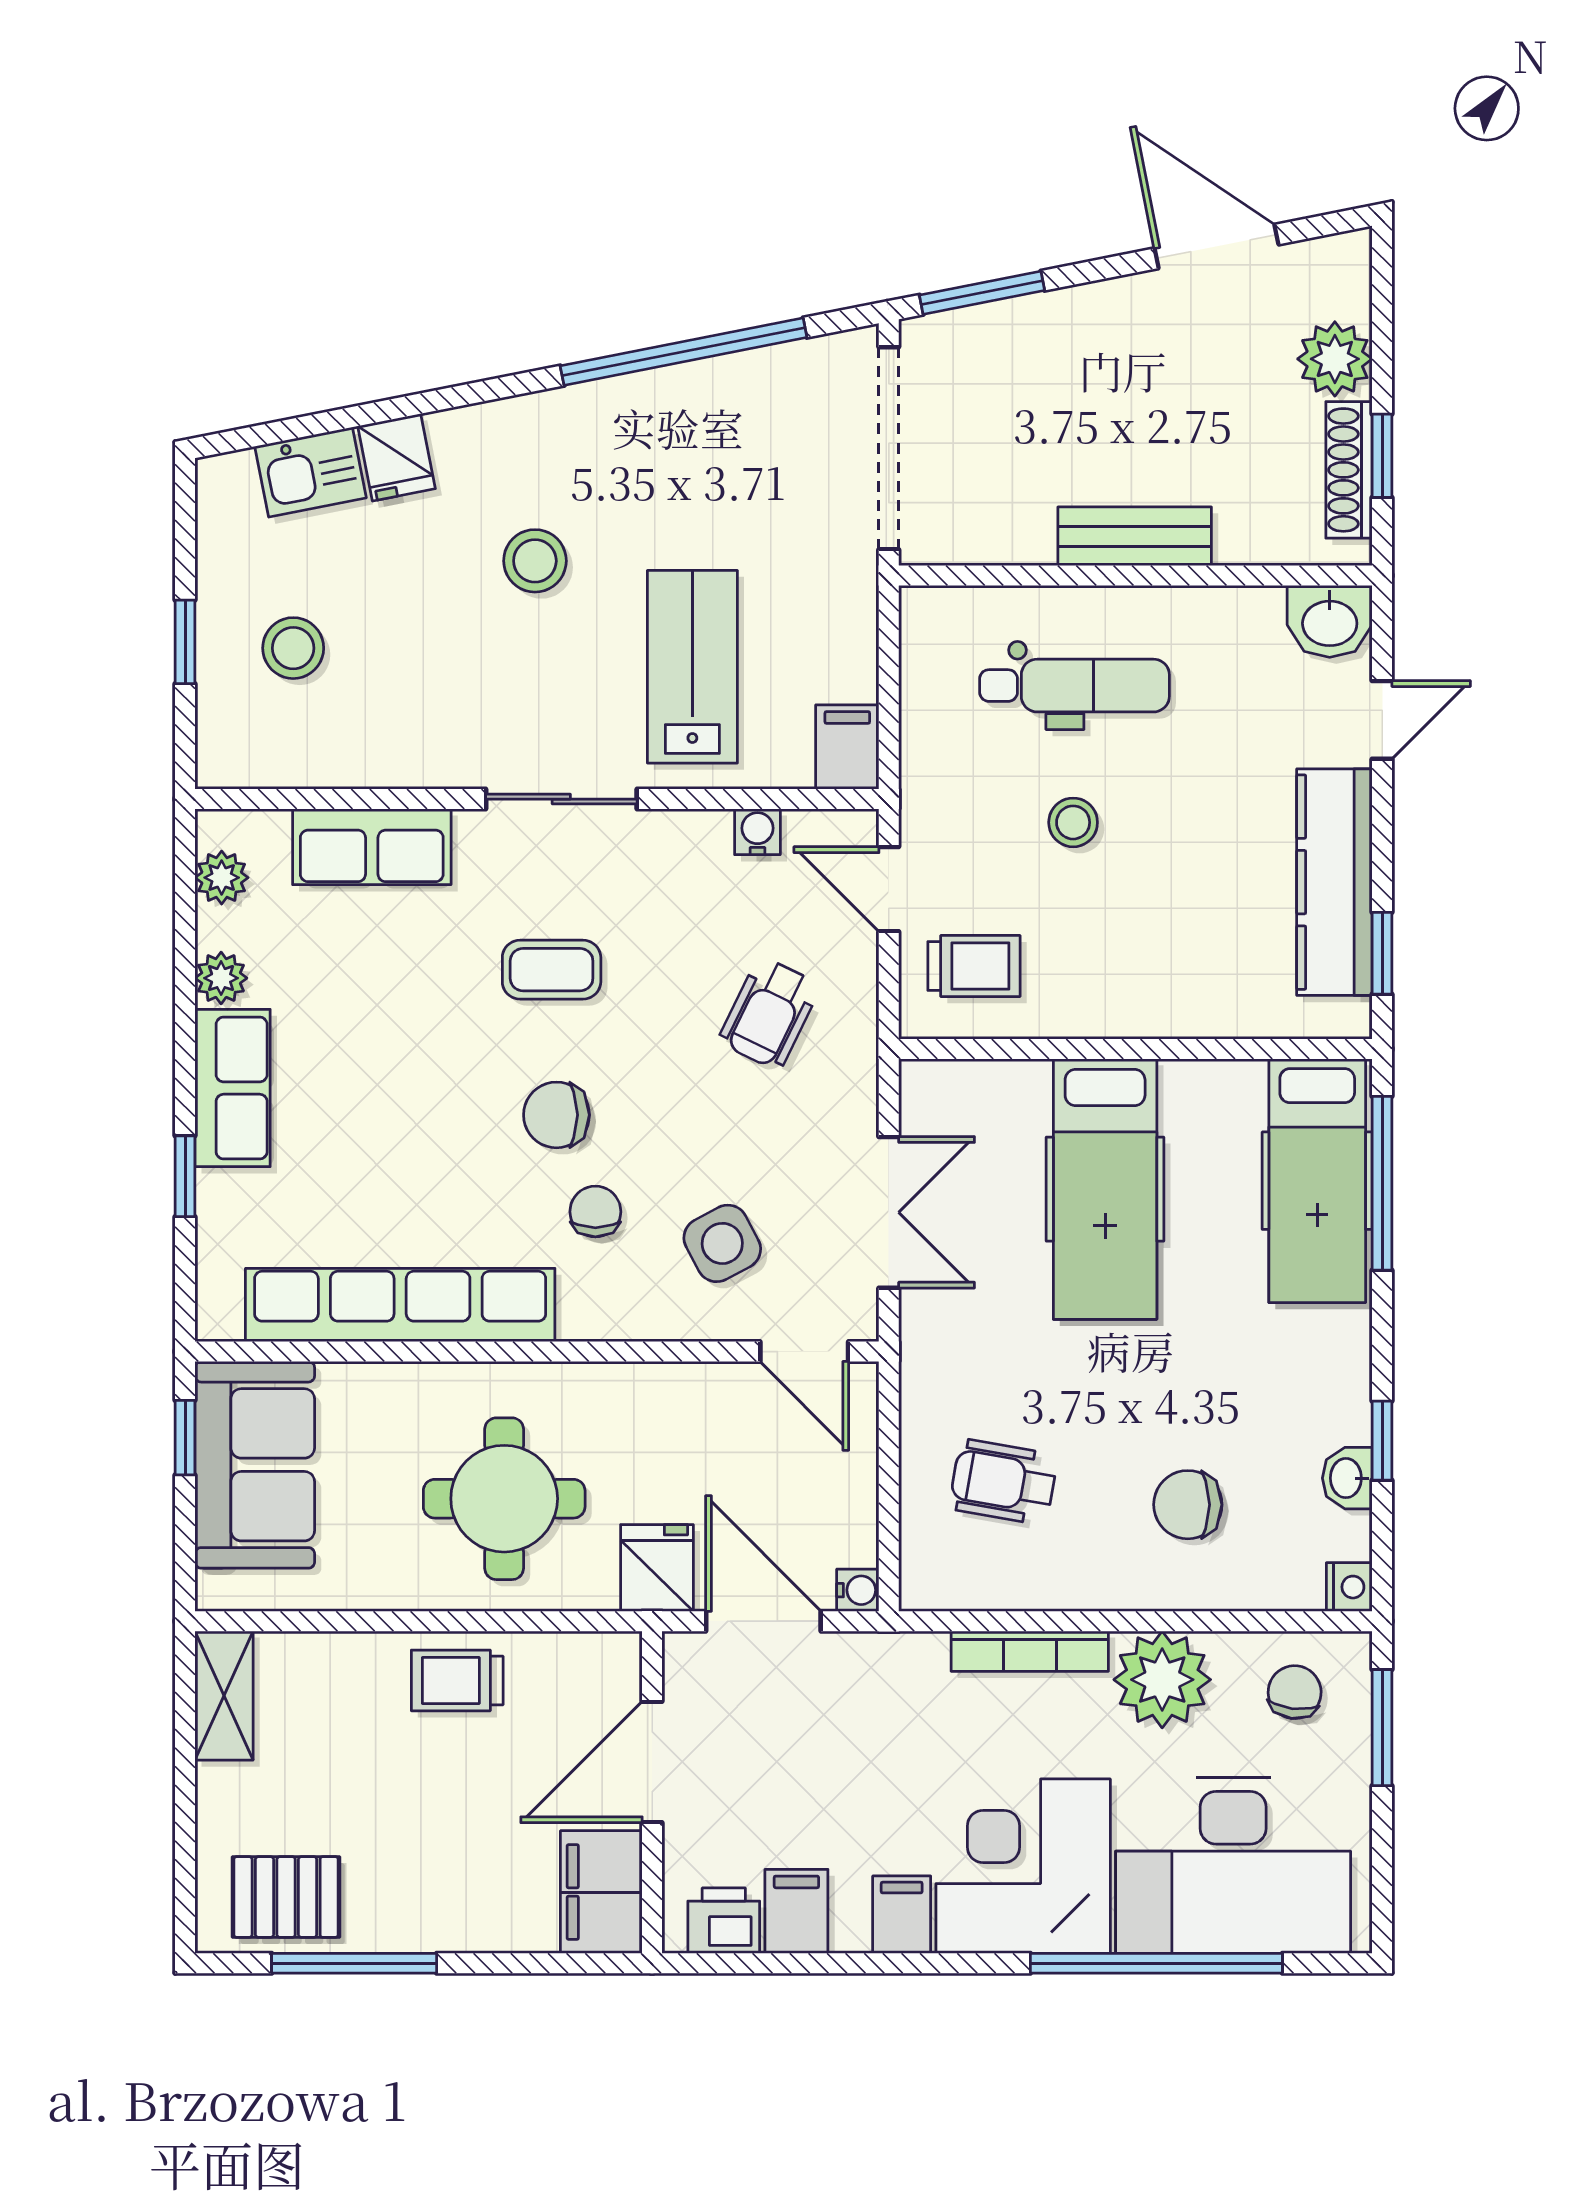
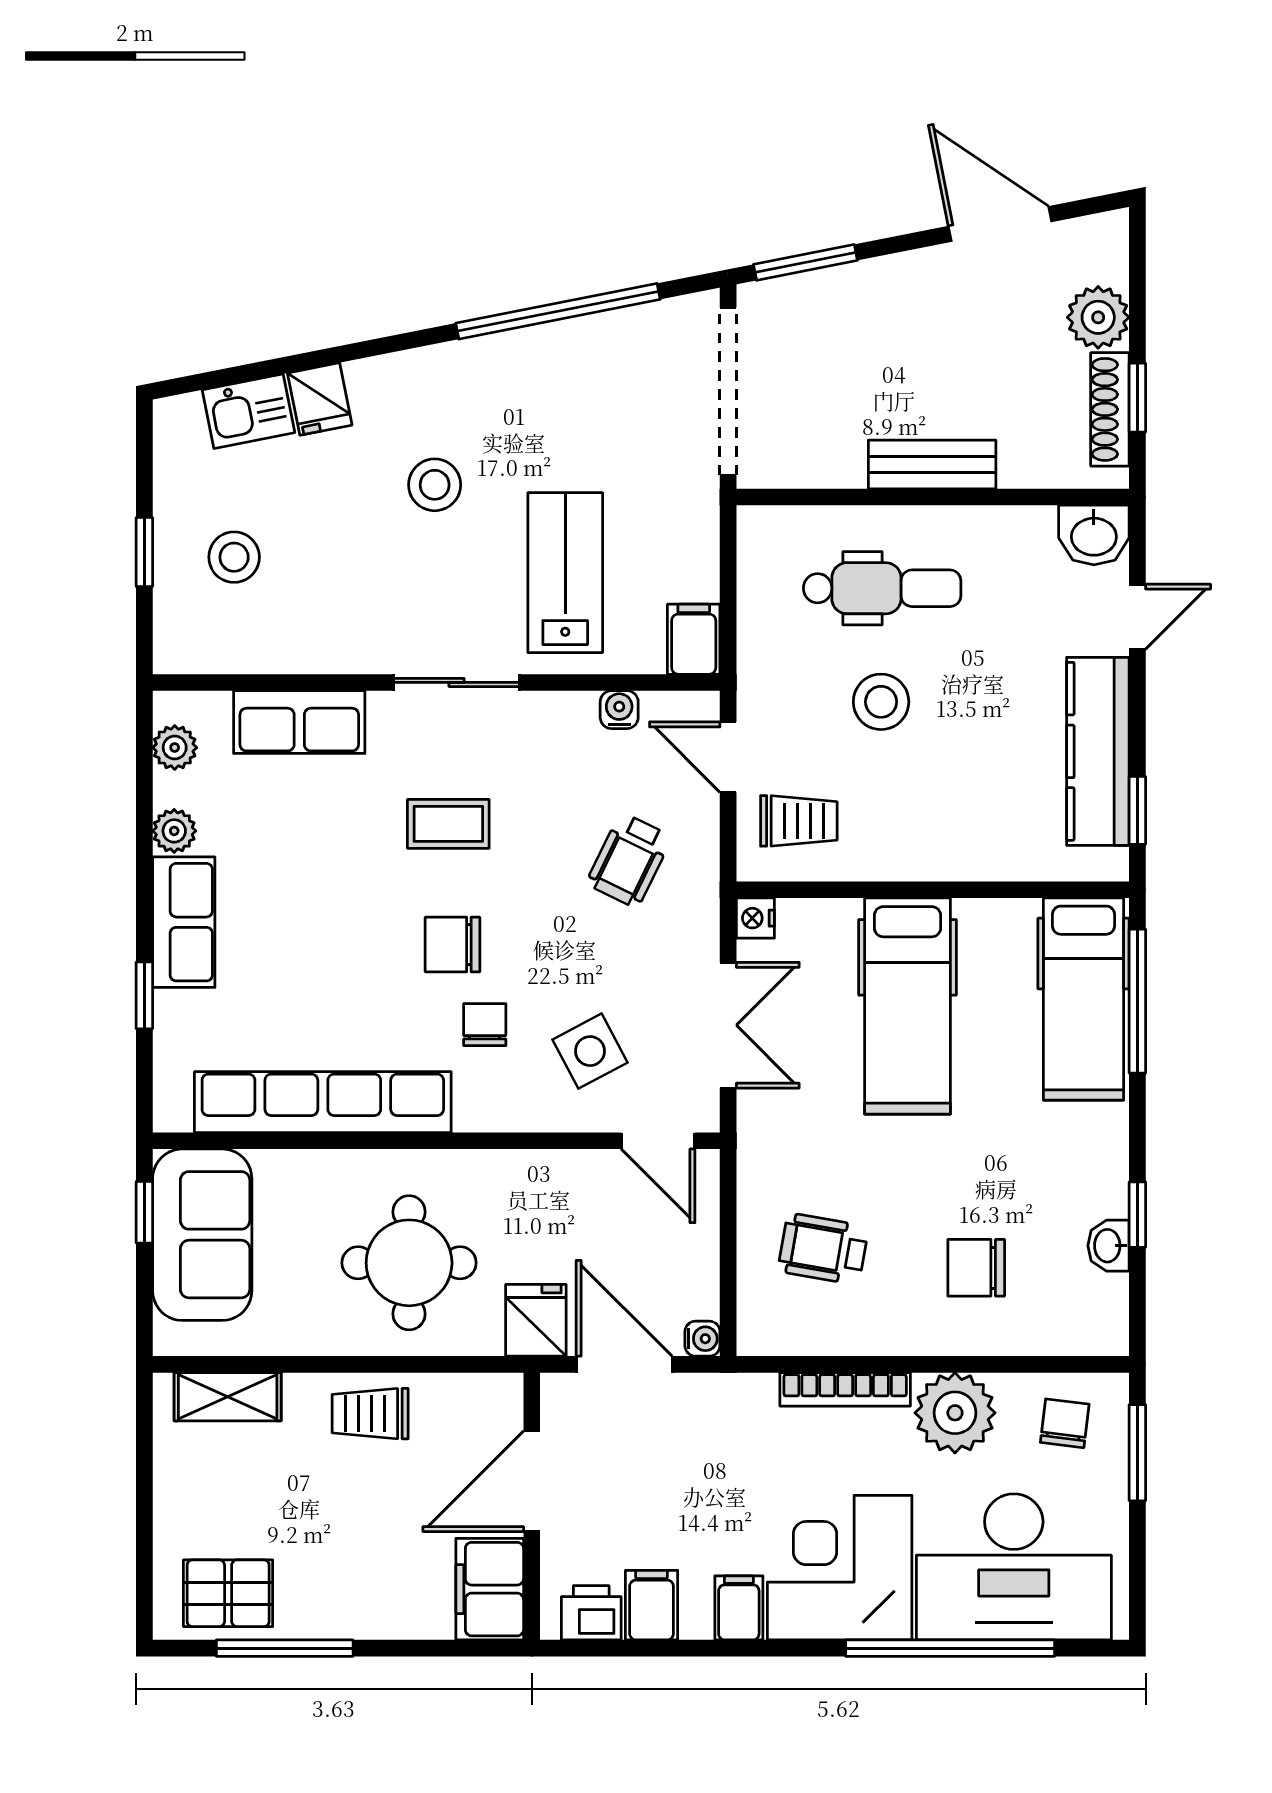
stool: (1073, 822) -> (881, 702), width x1.37, depth x1.37
nightstand: (1349, 1587) -> (755, 918), moved, turned 180
shelving: (224, 1696) -> (228, 1397), moved, turned 90

